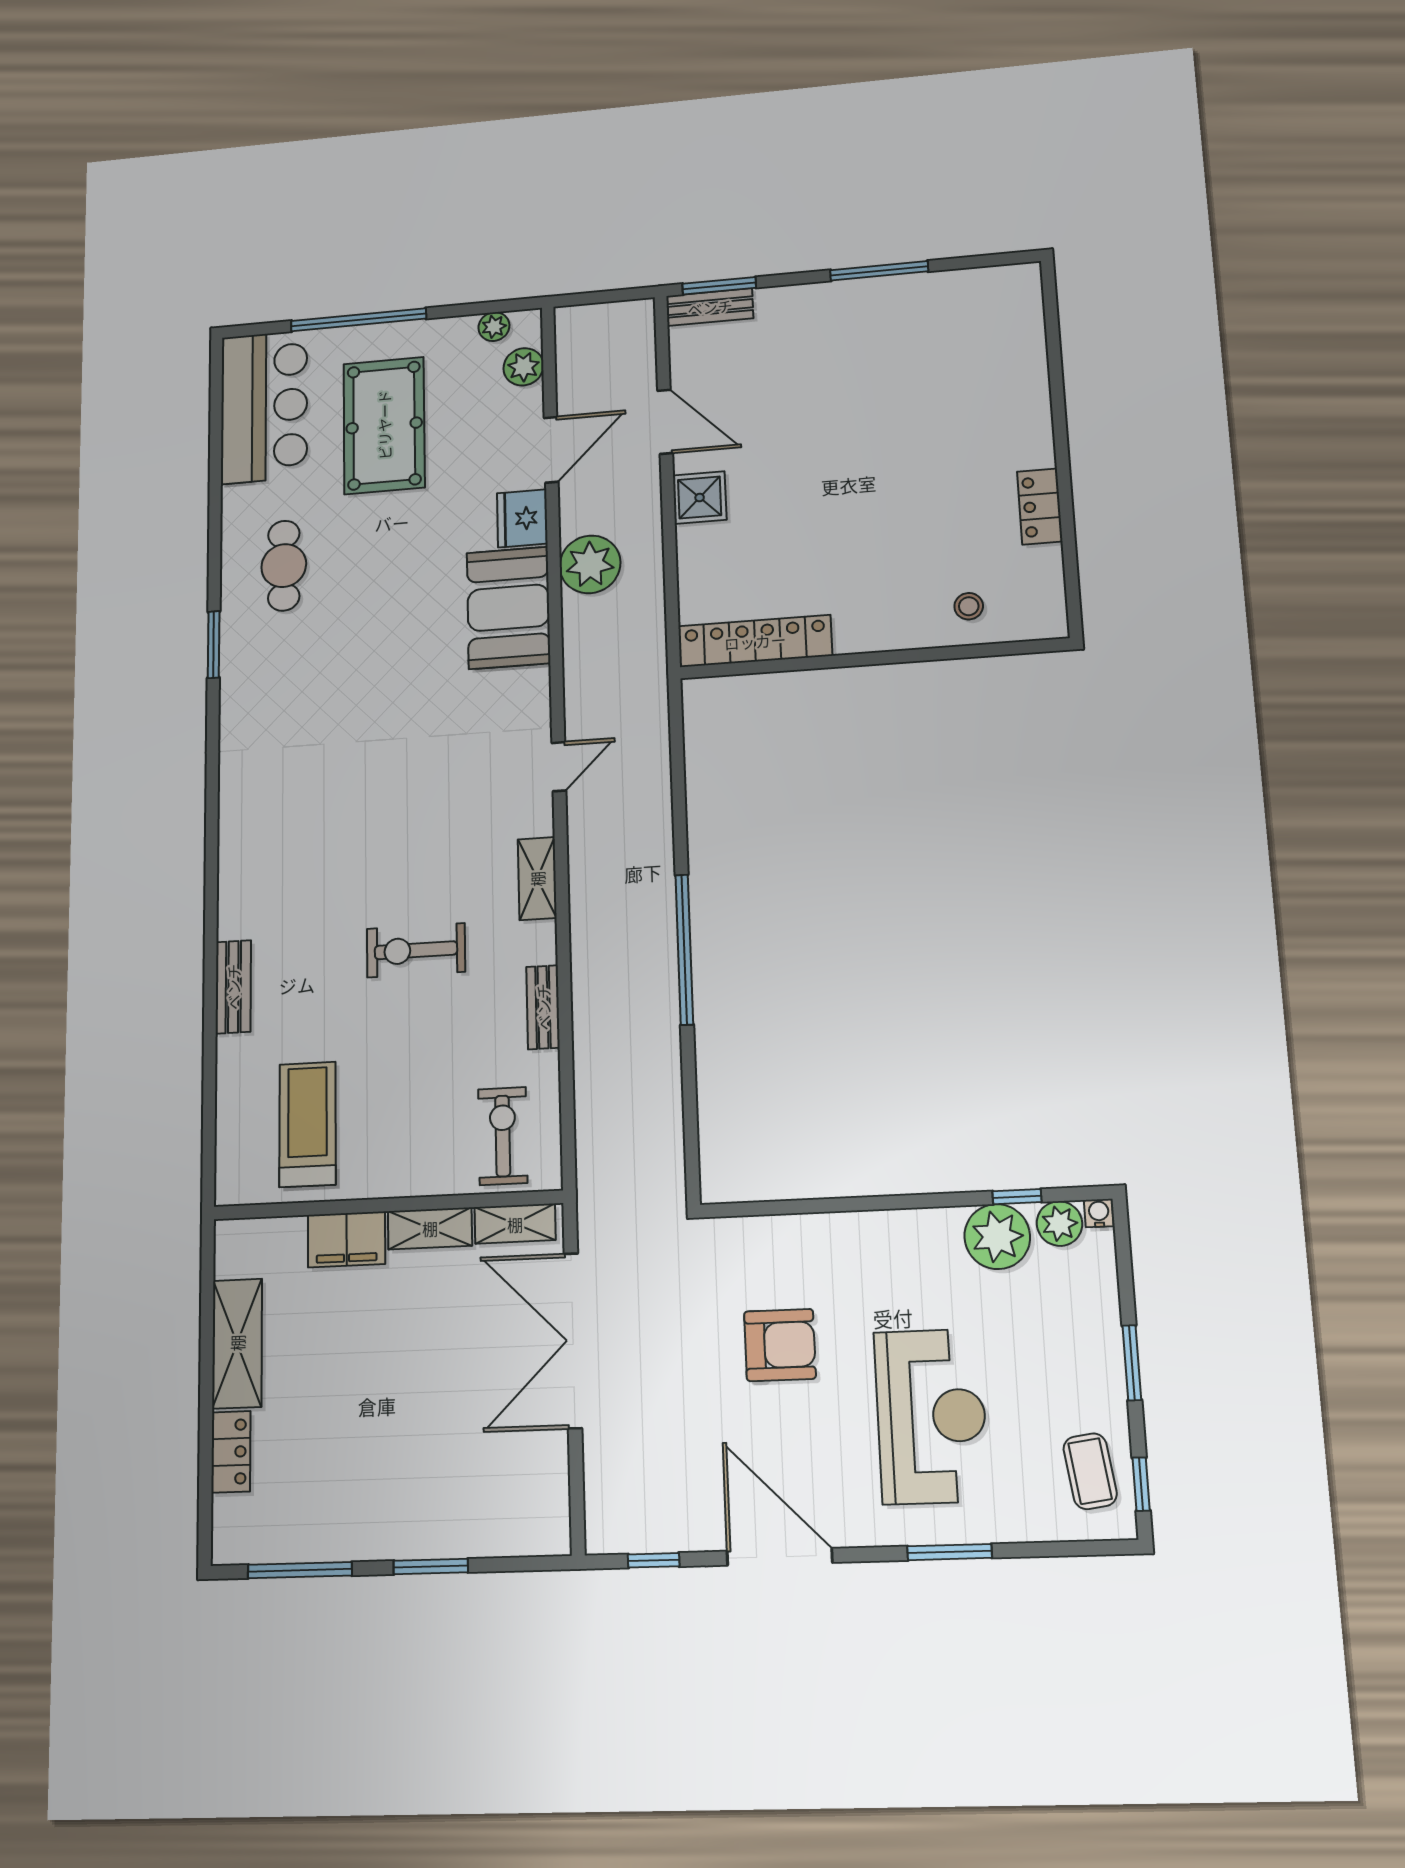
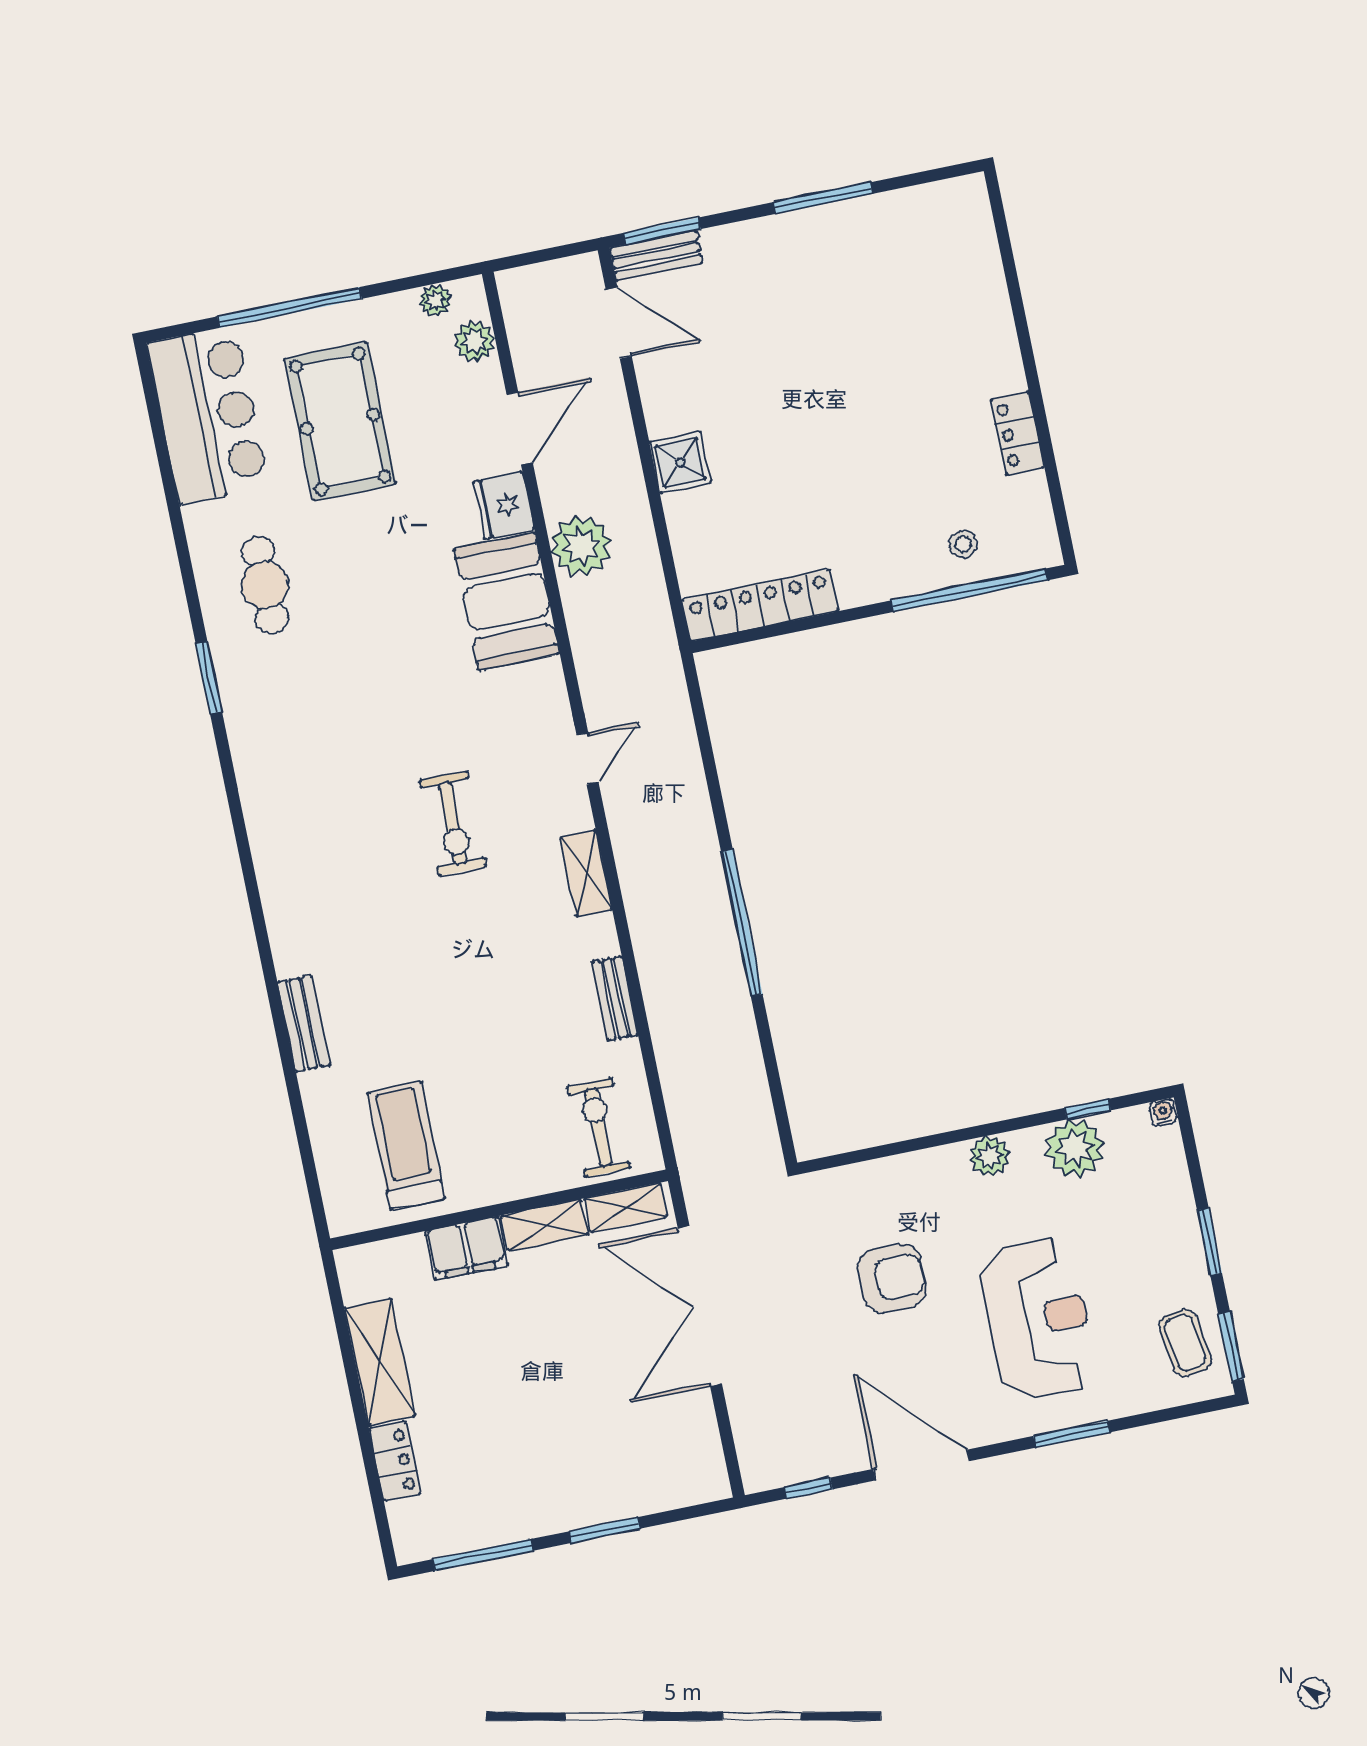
door: (665, 422) -> (619, 323), moved
window: (968, 651) -> (969, 590), added
exercise bike: (416, 950) -> (453, 823), moved, turned -90
plant: (1059, 1224) -> (990, 1156), moved
window: (1141, 1484) -> (1231, 1346), width x1.50

